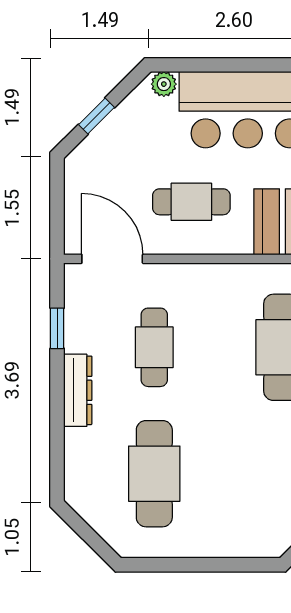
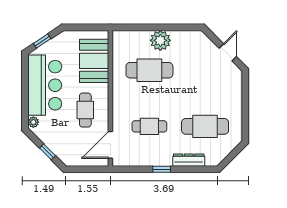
window: (57, 328) -> (162, 169), moved
dresser: (78, 390) -> (189, 160), moved

